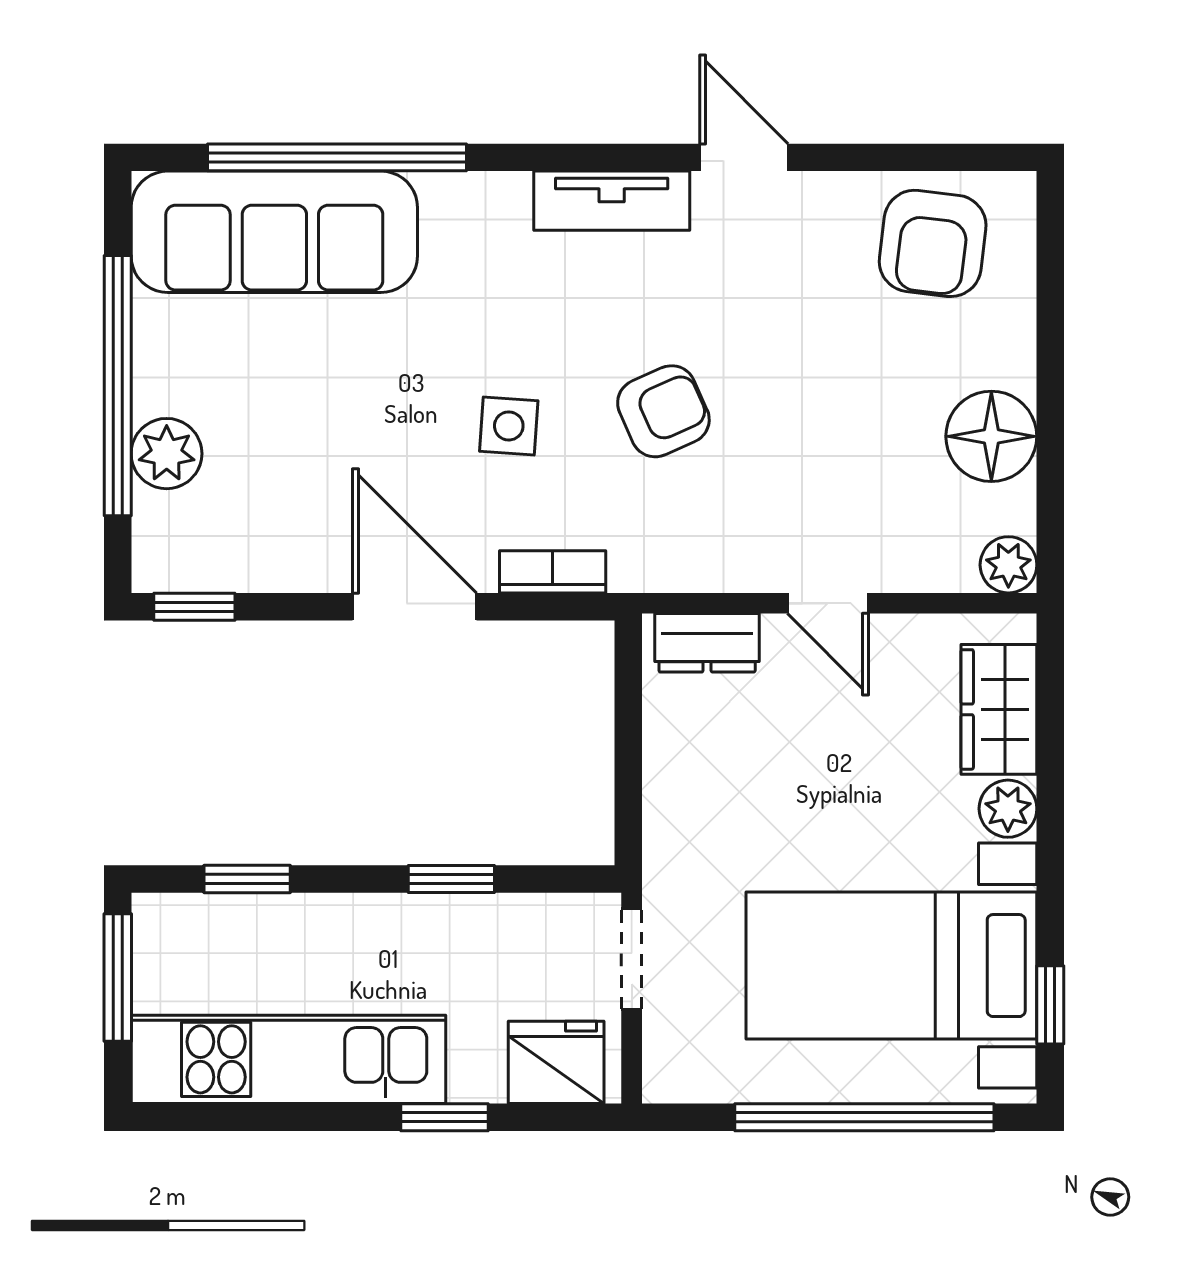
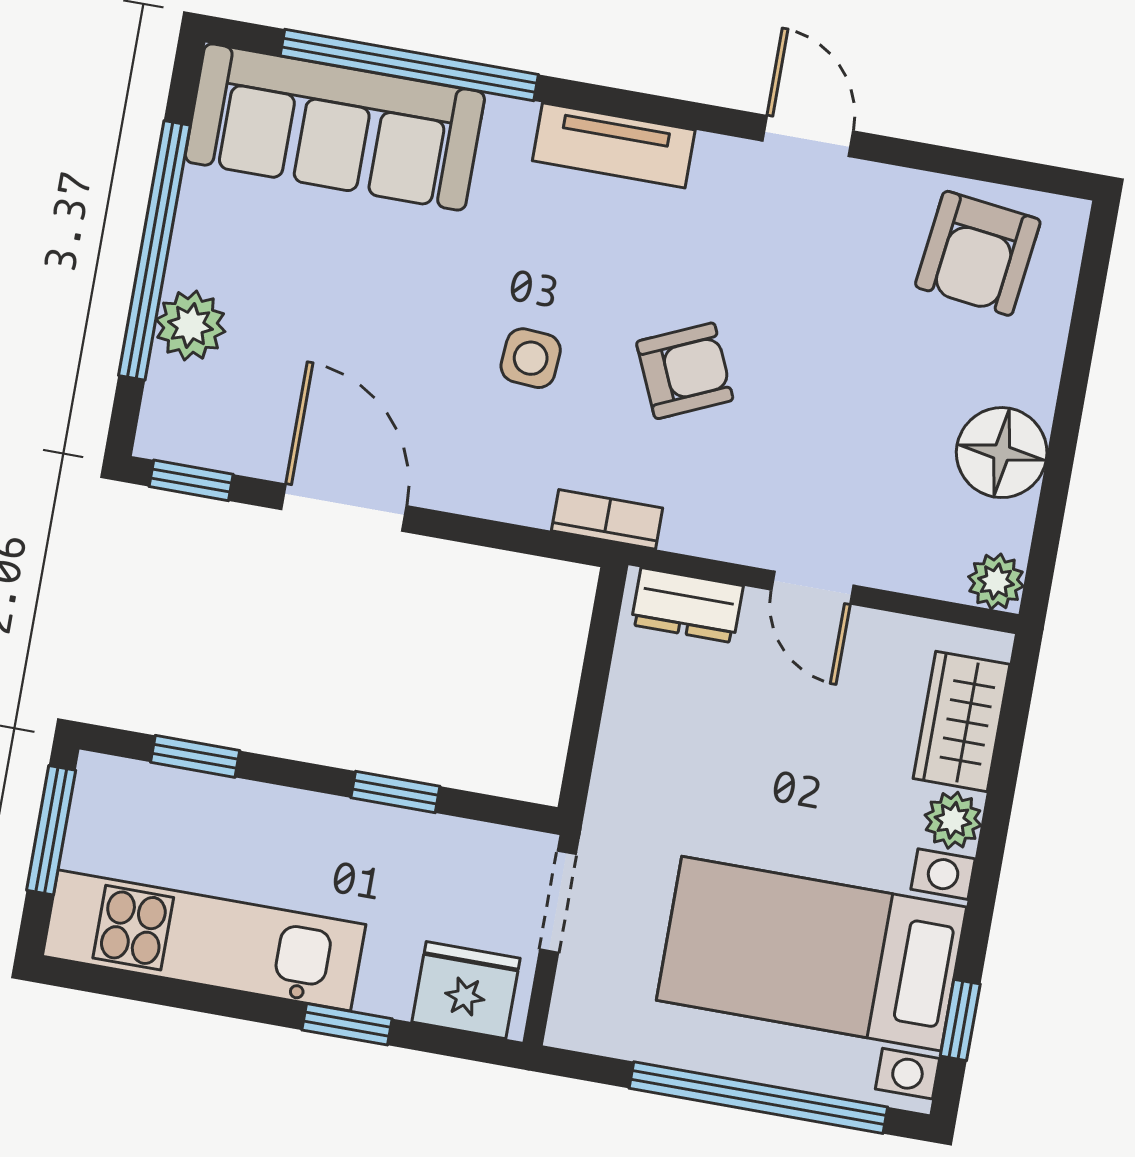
tv unit: (612, 201) -> (614, 145), moved
bookcase: (553, 572) -> (607, 519), moved
door: (414, 607) -> (344, 508), moved

